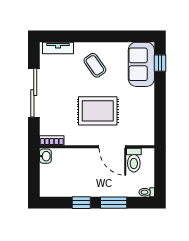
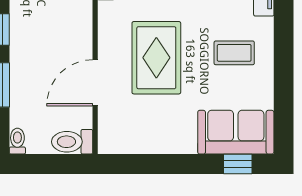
coffee table: (95, 65) -> (234, 53), turned 35
toilet: (134, 160) -> (72, 142), moved

